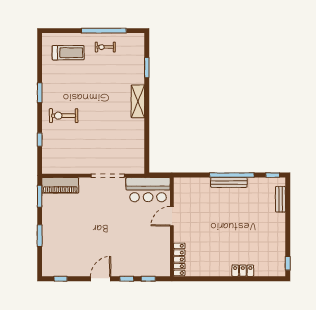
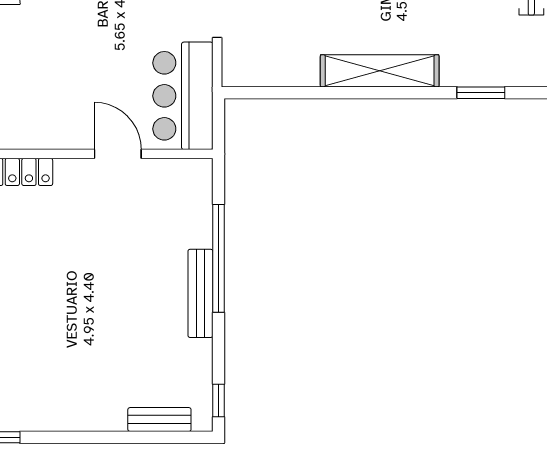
shelving: (138, 101) -> (380, 71), width x1.47
window: (232, 175) -> (218, 258), moved

